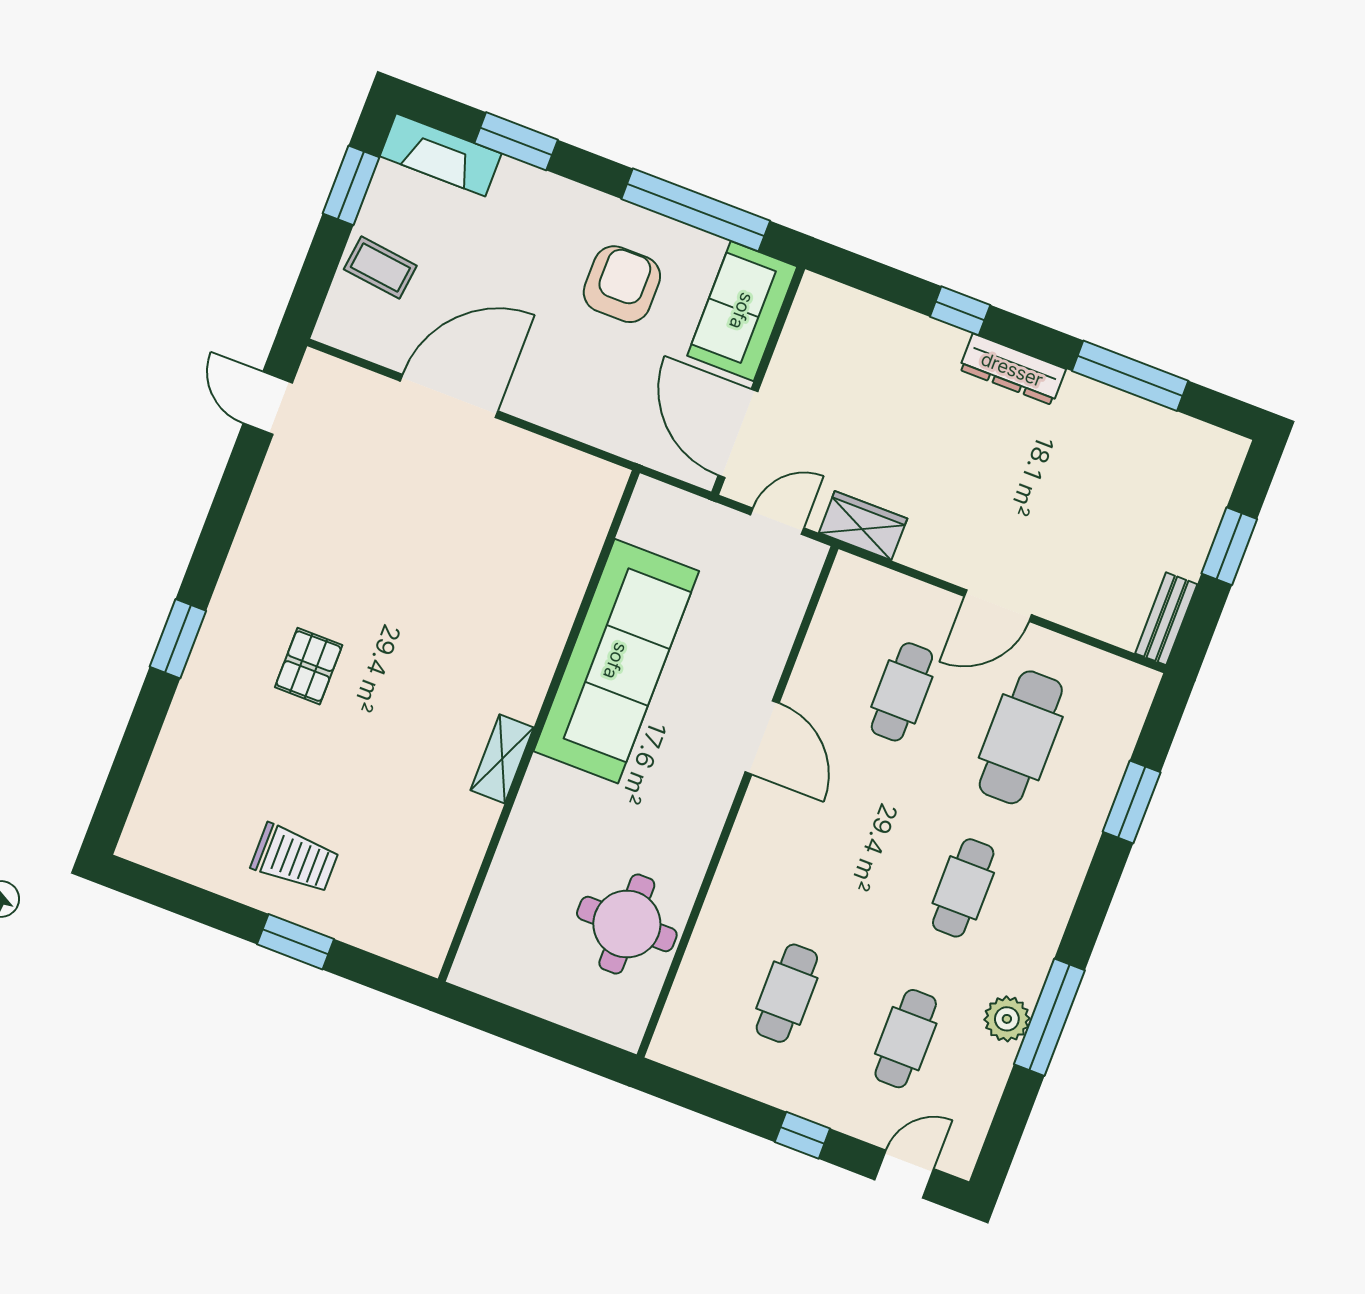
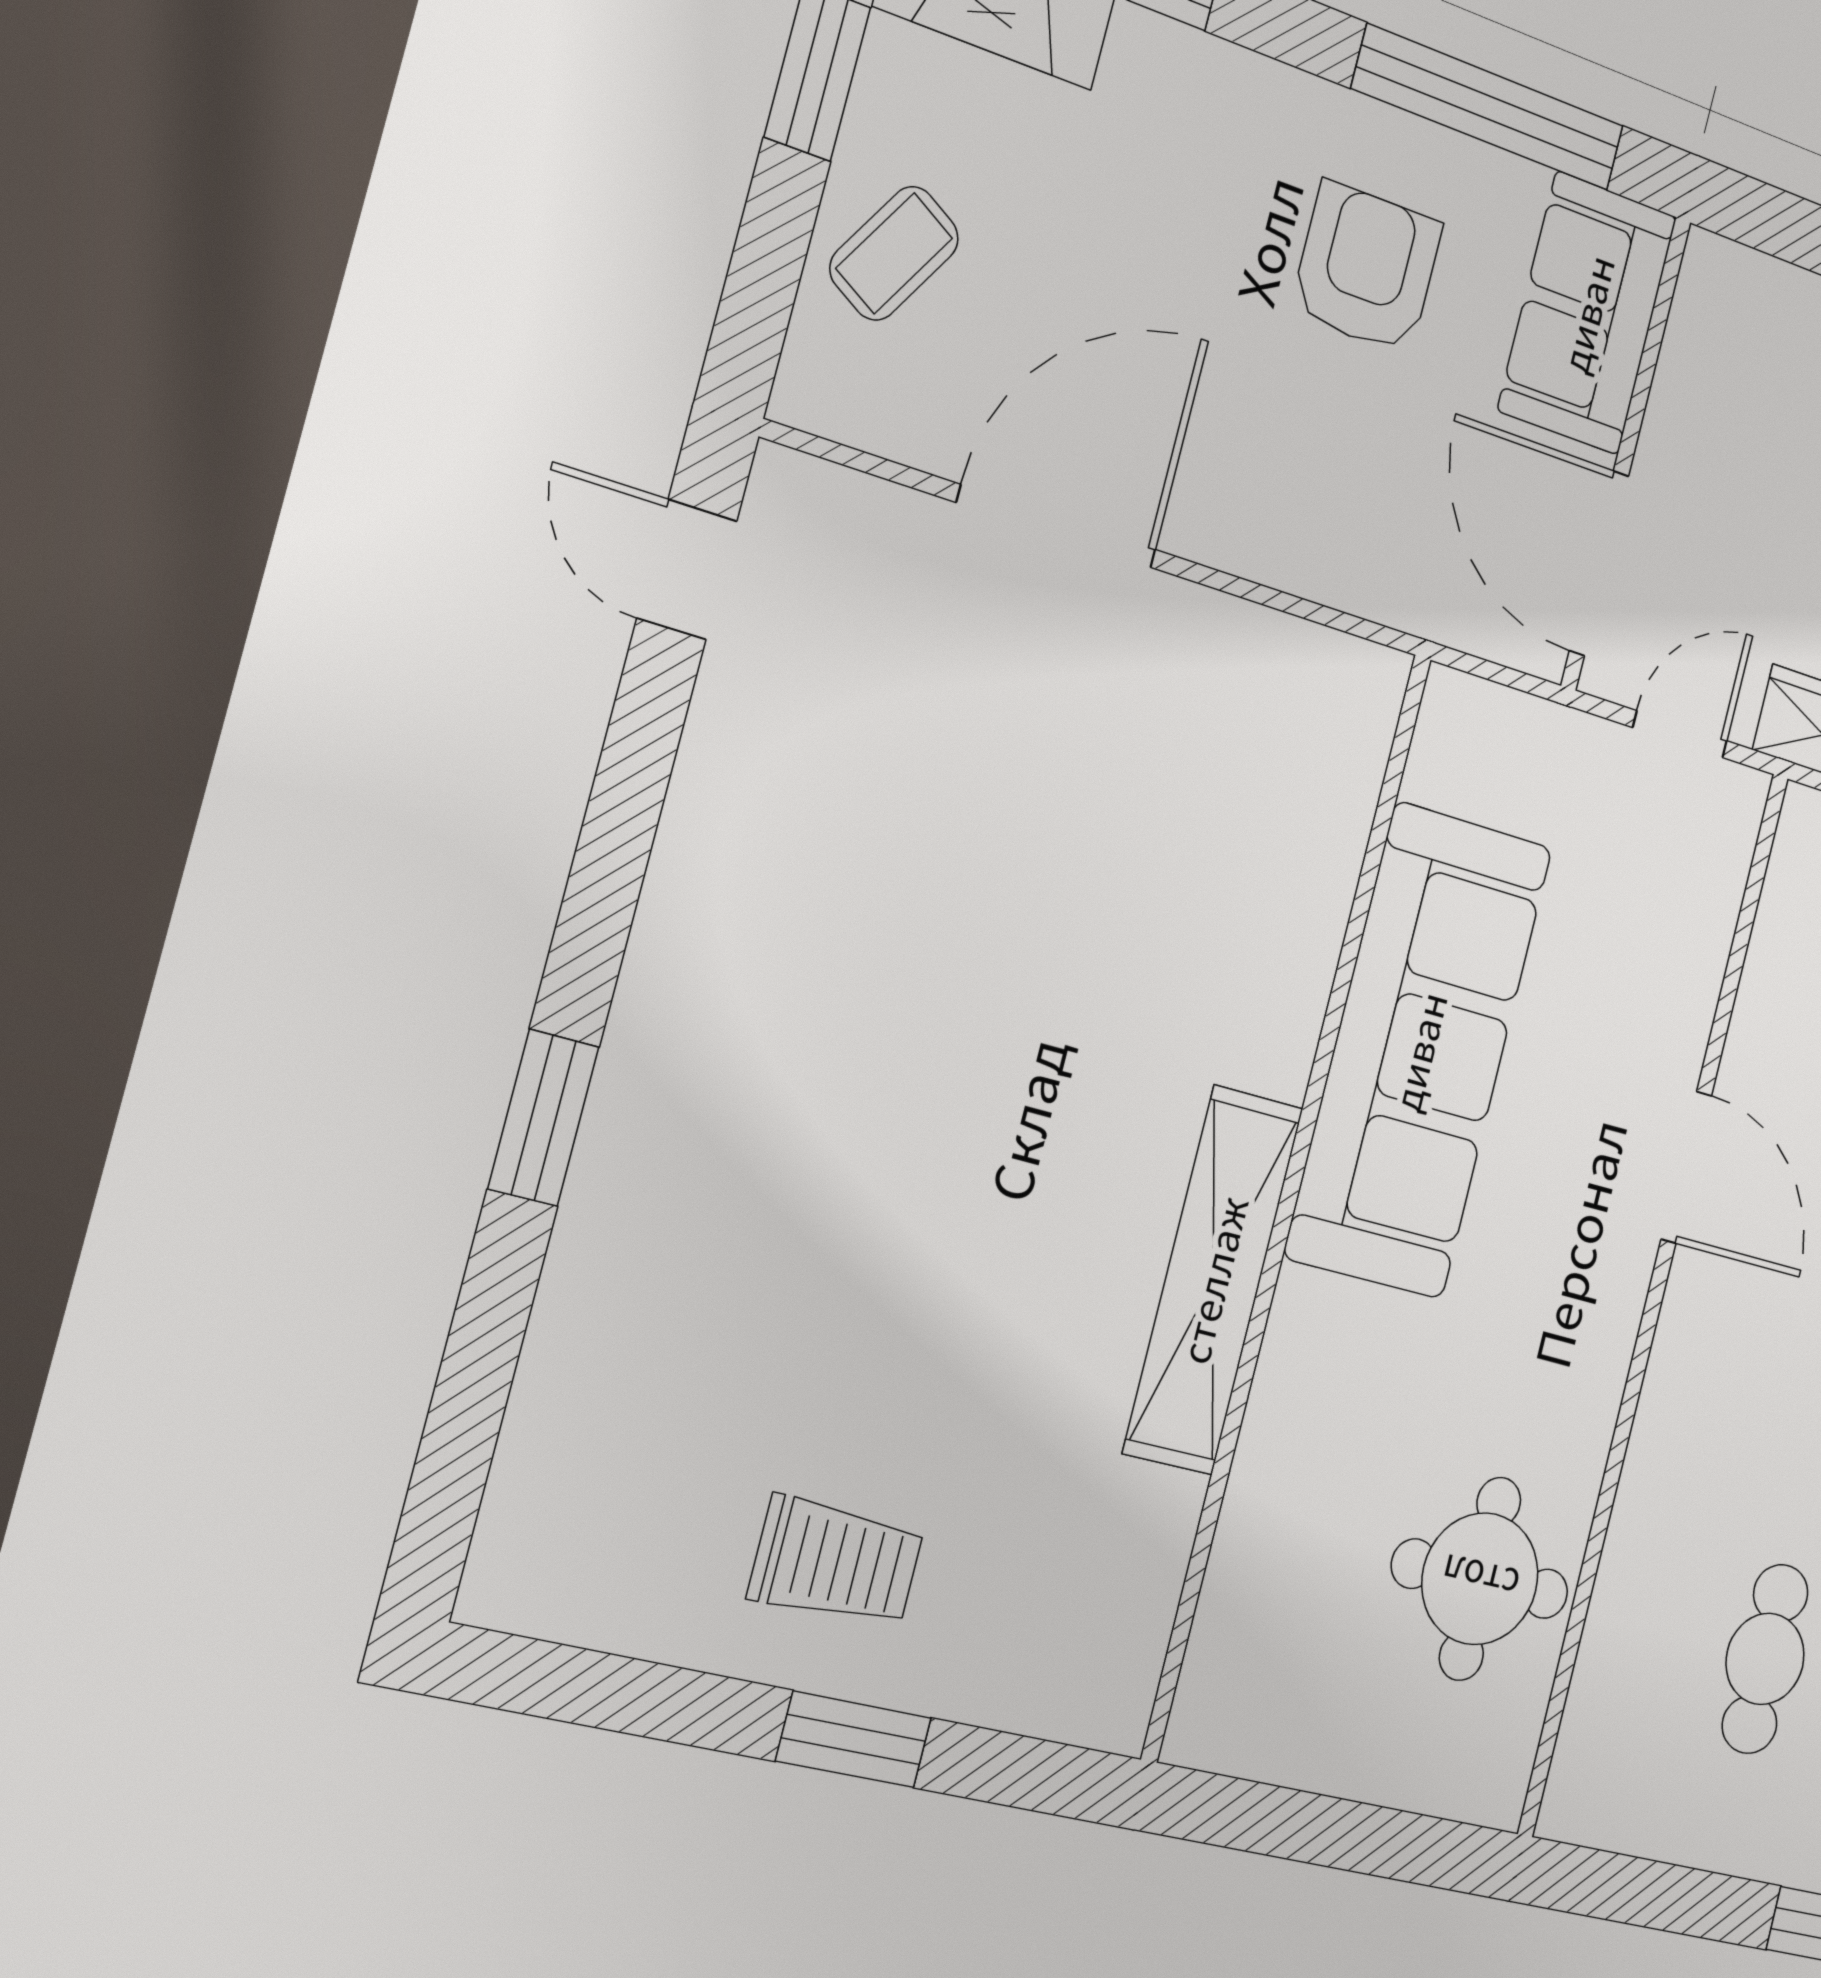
coffee table: (380, 268) -> (894, 253), turned -66
pallet: (309, 666) -> (826, 1141), removed
shelving: (502, 759) -> (1213, 1280), width x2.20, depth x1.33

